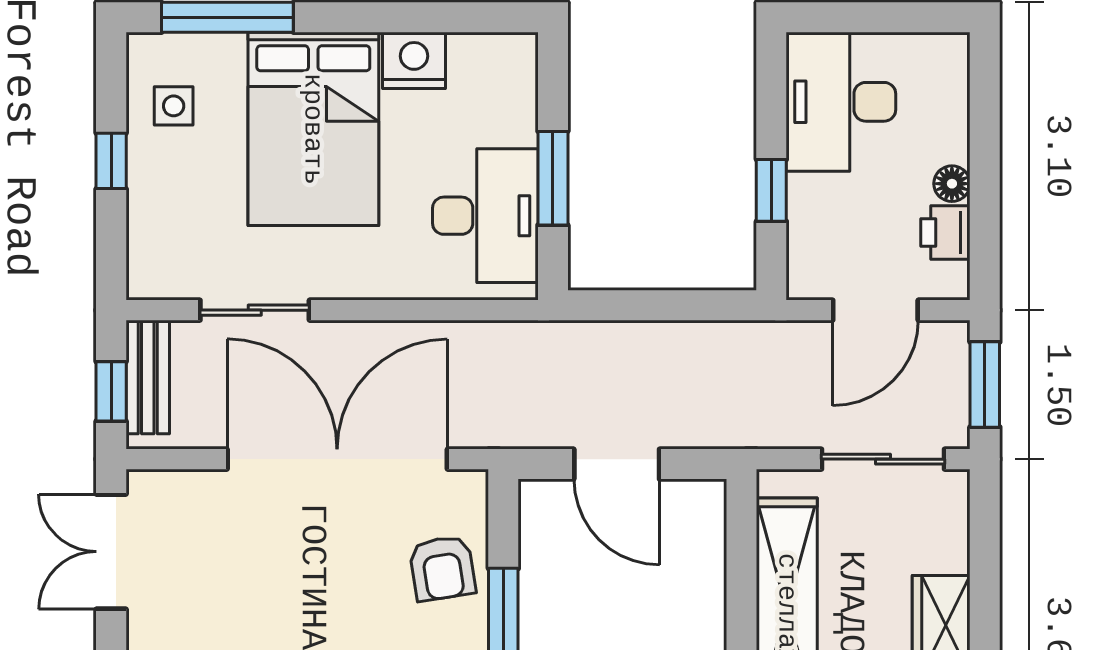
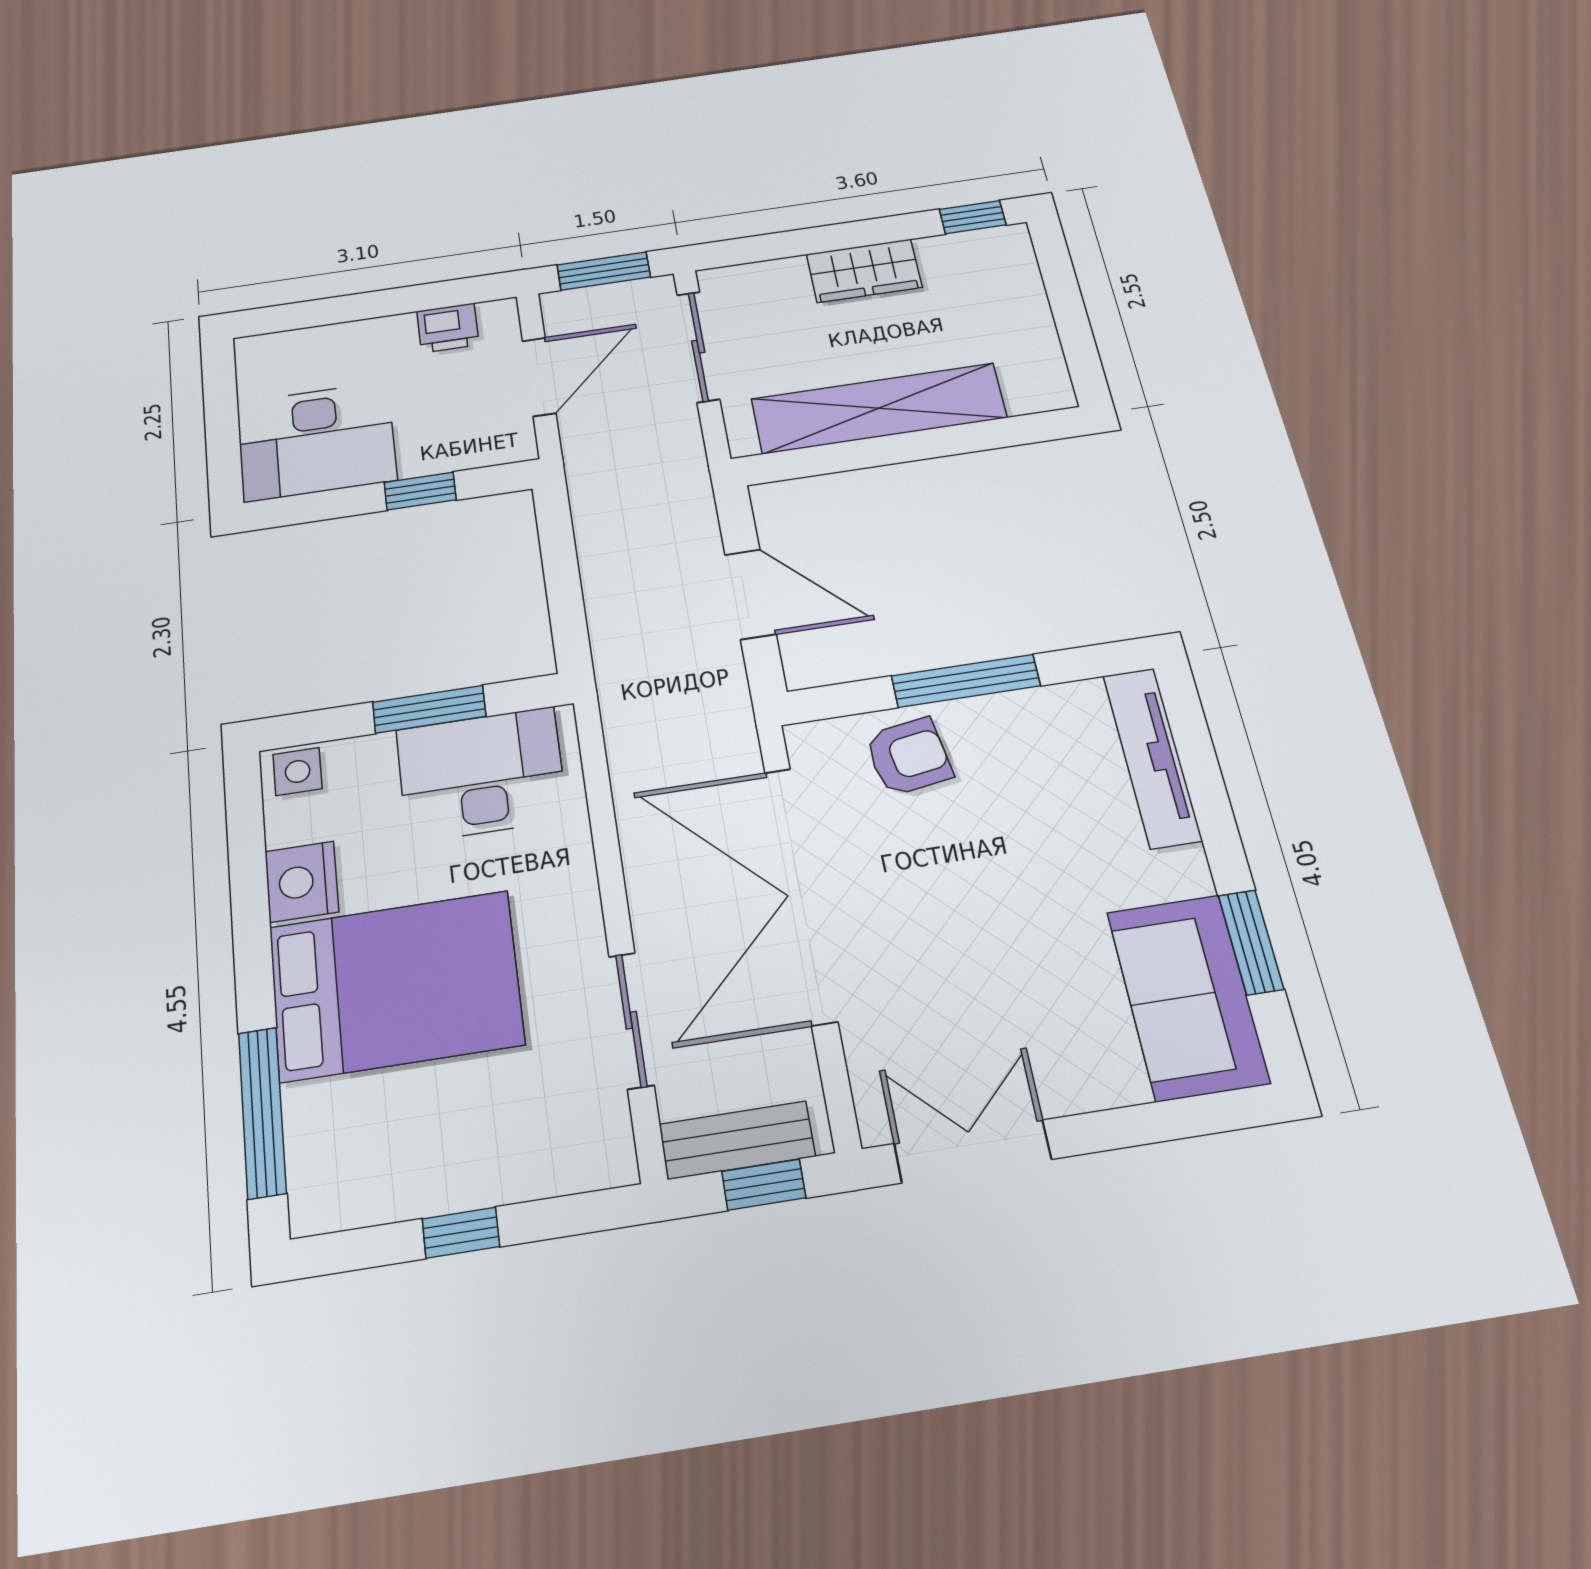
side table: (174, 106) -> (298, 771), moved
floor lamp: (952, 184) -> (395, 330), removed
door: (875, 310) -> (539, 377), hinge flipped
door: (617, 464) -> (750, 594), hinge flipped
double door: (111, 552) -> (973, 1151), swing flipped

